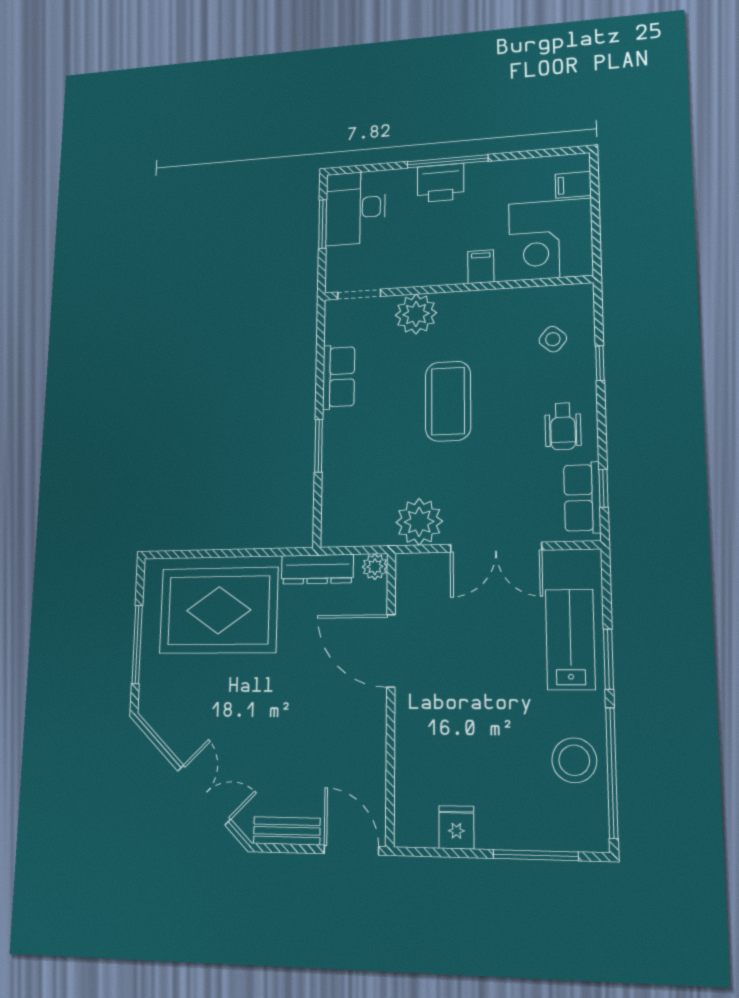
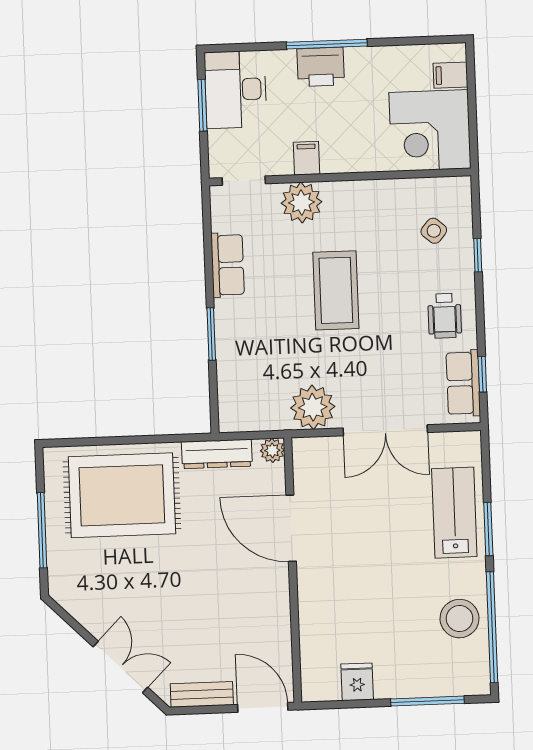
filing cabinet: (481, 267) -> (307, 158), moved

